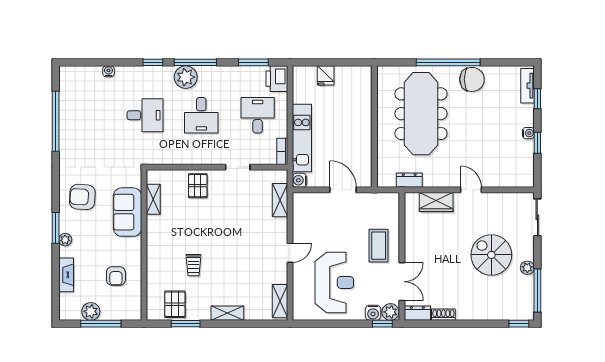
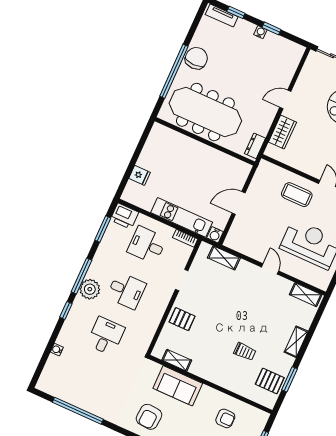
wall: (374, 127) -> (205, 141), moved

